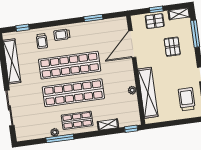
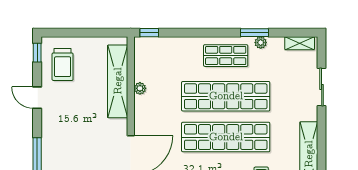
pallet: (172, 47) -> (73, 143), removed
sliding door: (9, 108) -> (322, 87), width x0.73
shelving: (108, 125) -> (300, 43), moved
window: (60, 138) -> (254, 33), width x0.69

